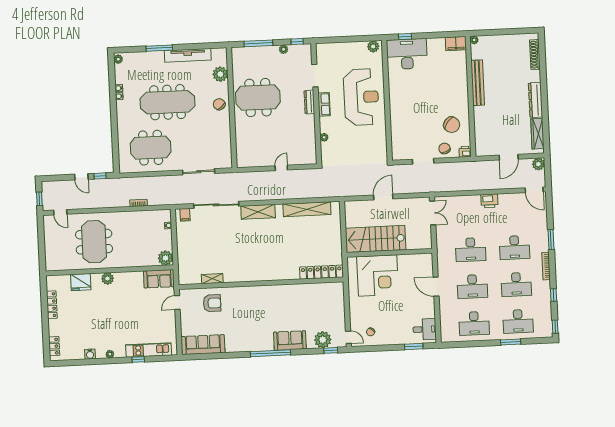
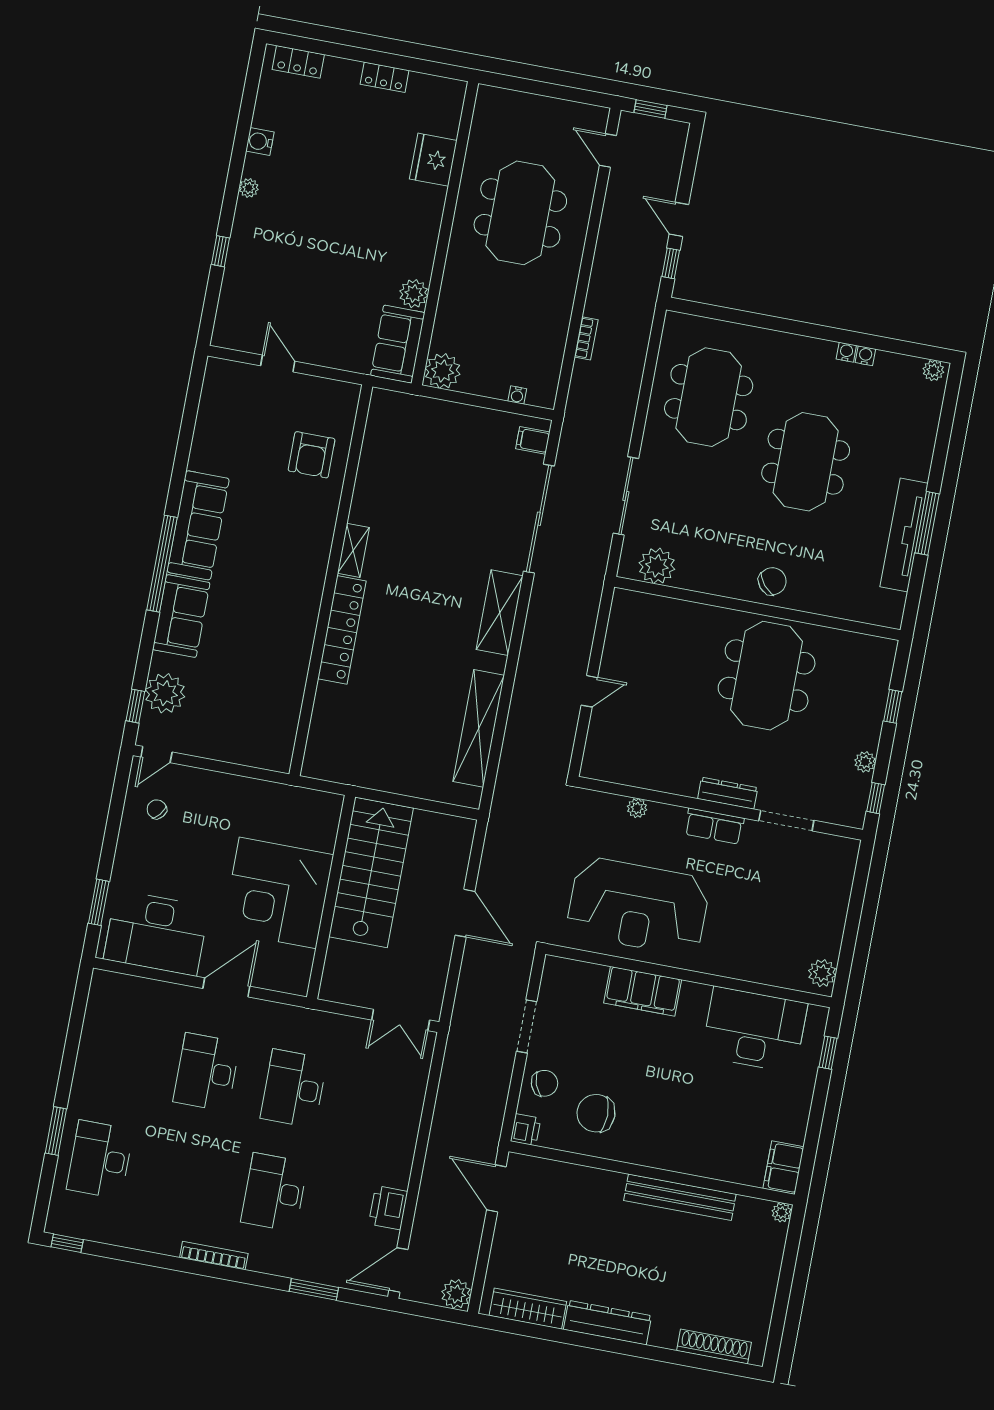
window: (258, 43) -> (893, 706), width x0.46
window: (159, 48) -> (927, 523), moved
desk: (407, 54) -> (754, 1030), moved, turned -90
plant: (220, 74) -> (657, 566), moved
reception desk: (361, 97) -> (638, 906), moved
meeting table: (168, 102) -> (806, 462), width x0.73
filing cabinet: (398, 117) -> (643, 991), added
chair: (452, 125) -> (596, 1113), turned 52
door: (509, 157) -> (496, 1188), moved
door: (281, 168) -> (589, 691), hinge flipped
door: (81, 177) -> (679, 219), hinge flipped
printer: (489, 201) -> (388, 1208), moved
door: (60, 212) -> (608, 151), hinge flipped
window: (551, 240) -> (314, 1289), moved
meeting table: (94, 242) -> (520, 213), turned 90
locker: (321, 272) -> (342, 630), moved
corner desk: (378, 276) -> (278, 893), moved
plant: (108, 279) -> (414, 294), moved
shelving: (212, 279) -> (353, 550), moved
desk: (516, 284) -> (187, 1176), removed
window: (554, 295) -> (142, 1257), removed
door: (177, 303) -> (278, 364), moved
locker: (52, 305) -> (385, 77), width x0.66
desk: (474, 323) -> (119, 1056), removed
desk: (425, 329) -> (156, 933), width x1.87, depth x1.30
sofa: (203, 345) -> (198, 525), moved
kitchen unit: (149, 350) -> (237, 281), removed

